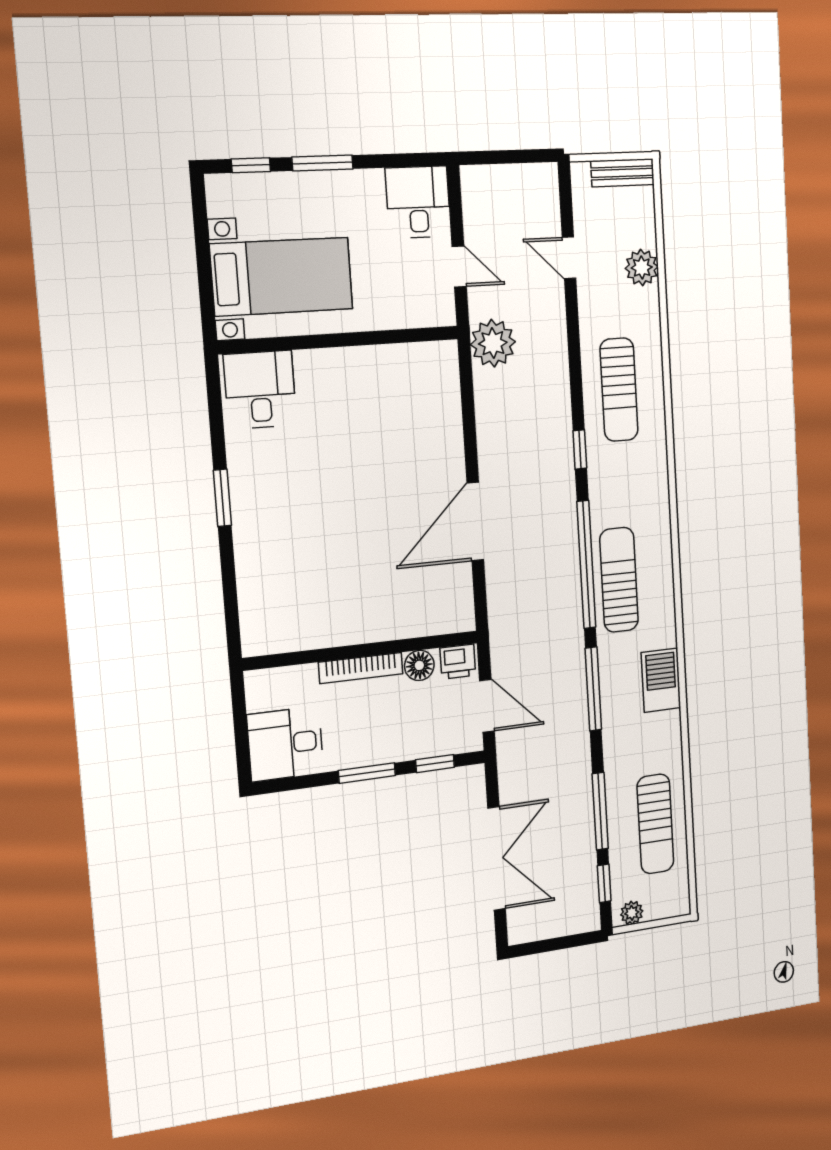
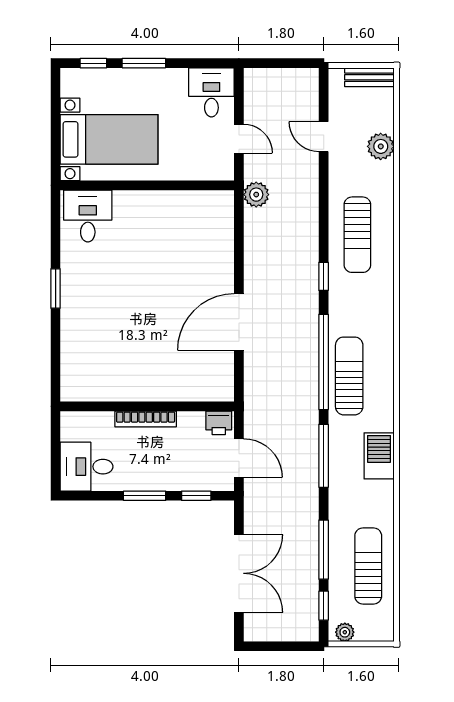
plant: (493, 343) -> (256, 195), width x0.73, depth x0.73
floor lamp: (419, 665) -> (189, 422), removed
sun lounger: (655, 824) -> (368, 566), turned 180

